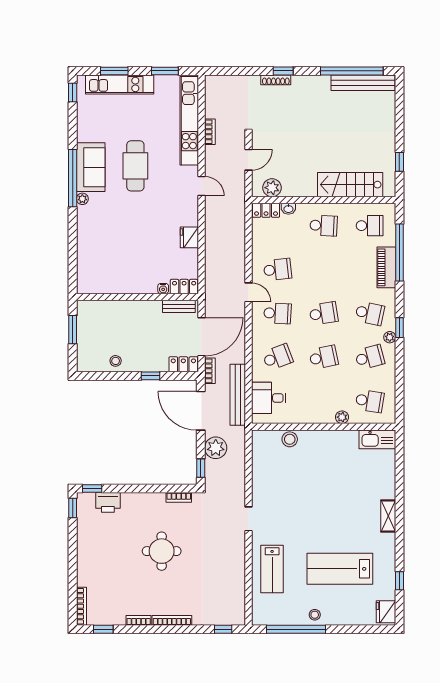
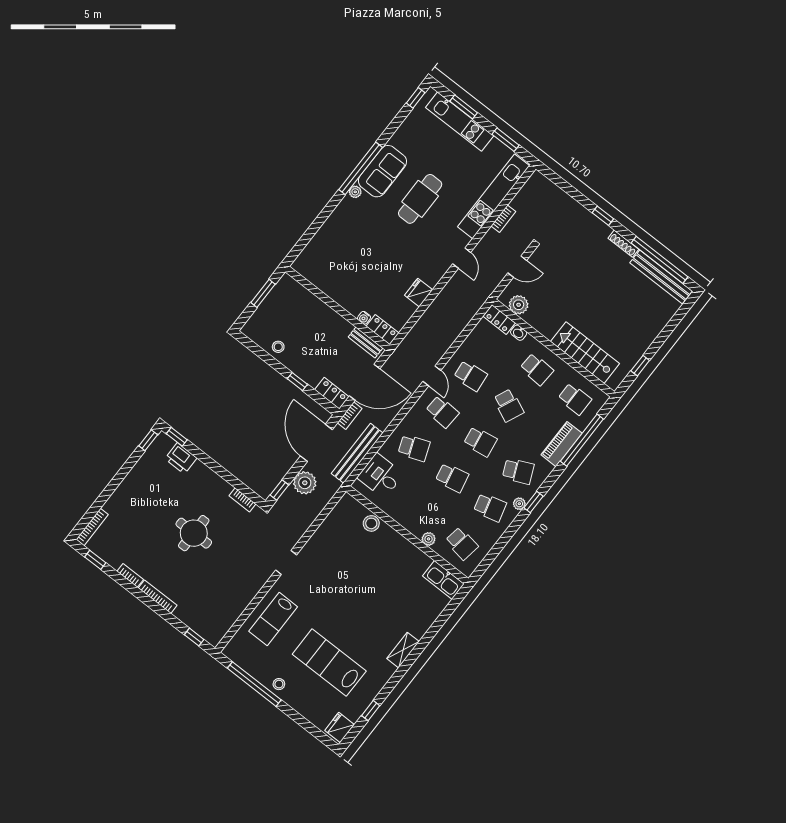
shoe rack: (276, 80) -> (623, 244), moved
school desk: (324, 269) -> (508, 405), added
school desk: (370, 313) -> (518, 471), turned -36

